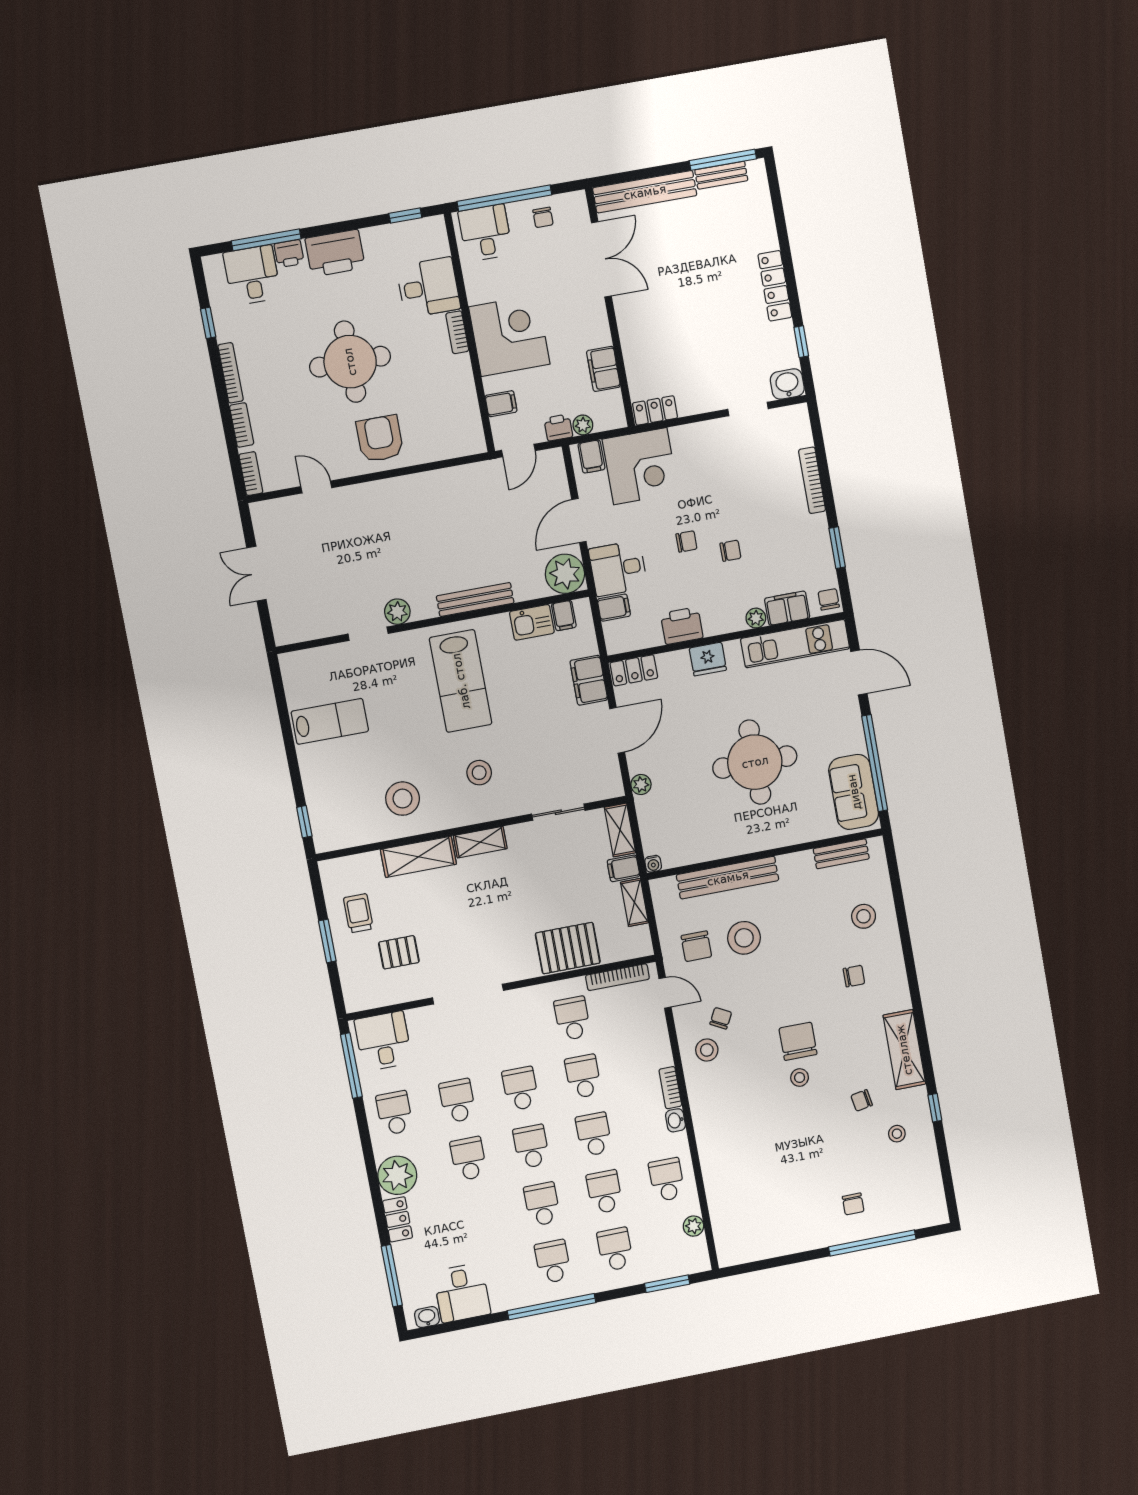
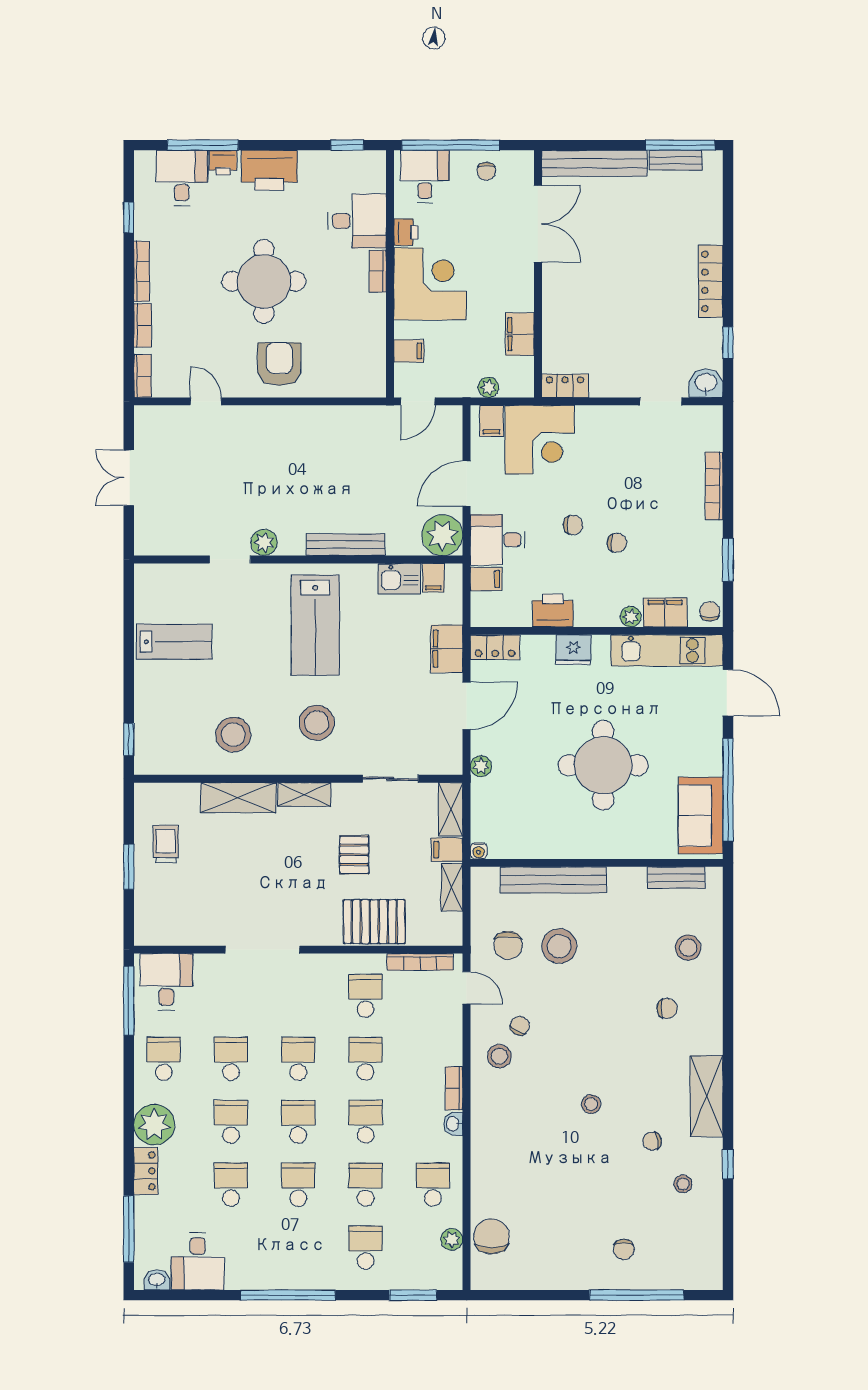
printer: (558, 428) -> (406, 232), moved, turned 90
stool: (479, 773) -> (317, 723), width x1.38, depth x1.38
pallet: (399, 952) -> (354, 855), moved, turned 90
chair: (798, 1041) -> (492, 1236), moved
school desk: (553, 1262) -> (231, 1185), moved

